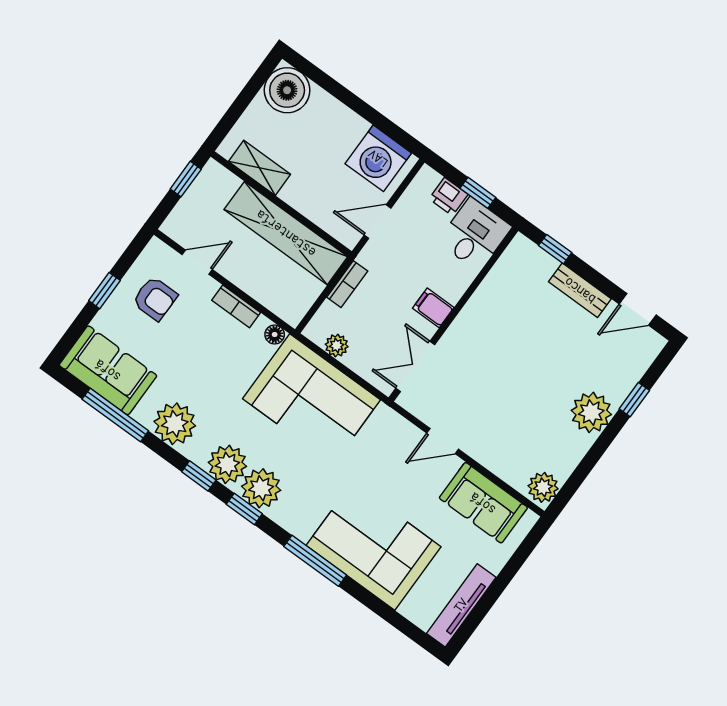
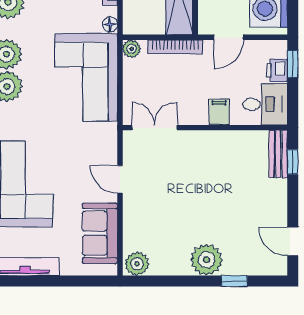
window: (478, 193) -> (293, 64), moved
door: (378, 222) -> (228, 37), swing flipped
bookcase: (347, 284) -> (175, 47), width x1.56
bench: (580, 290) -> (278, 154), moved
filing cabinet: (433, 308) -> (219, 112), moved
plant: (337, 345) -> (132, 49), moved

